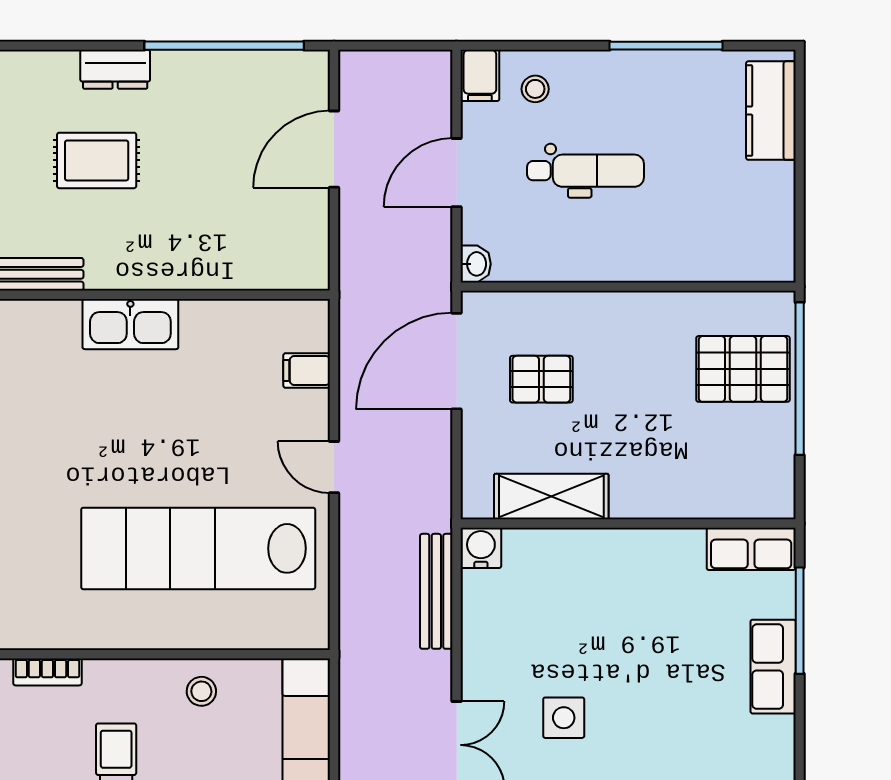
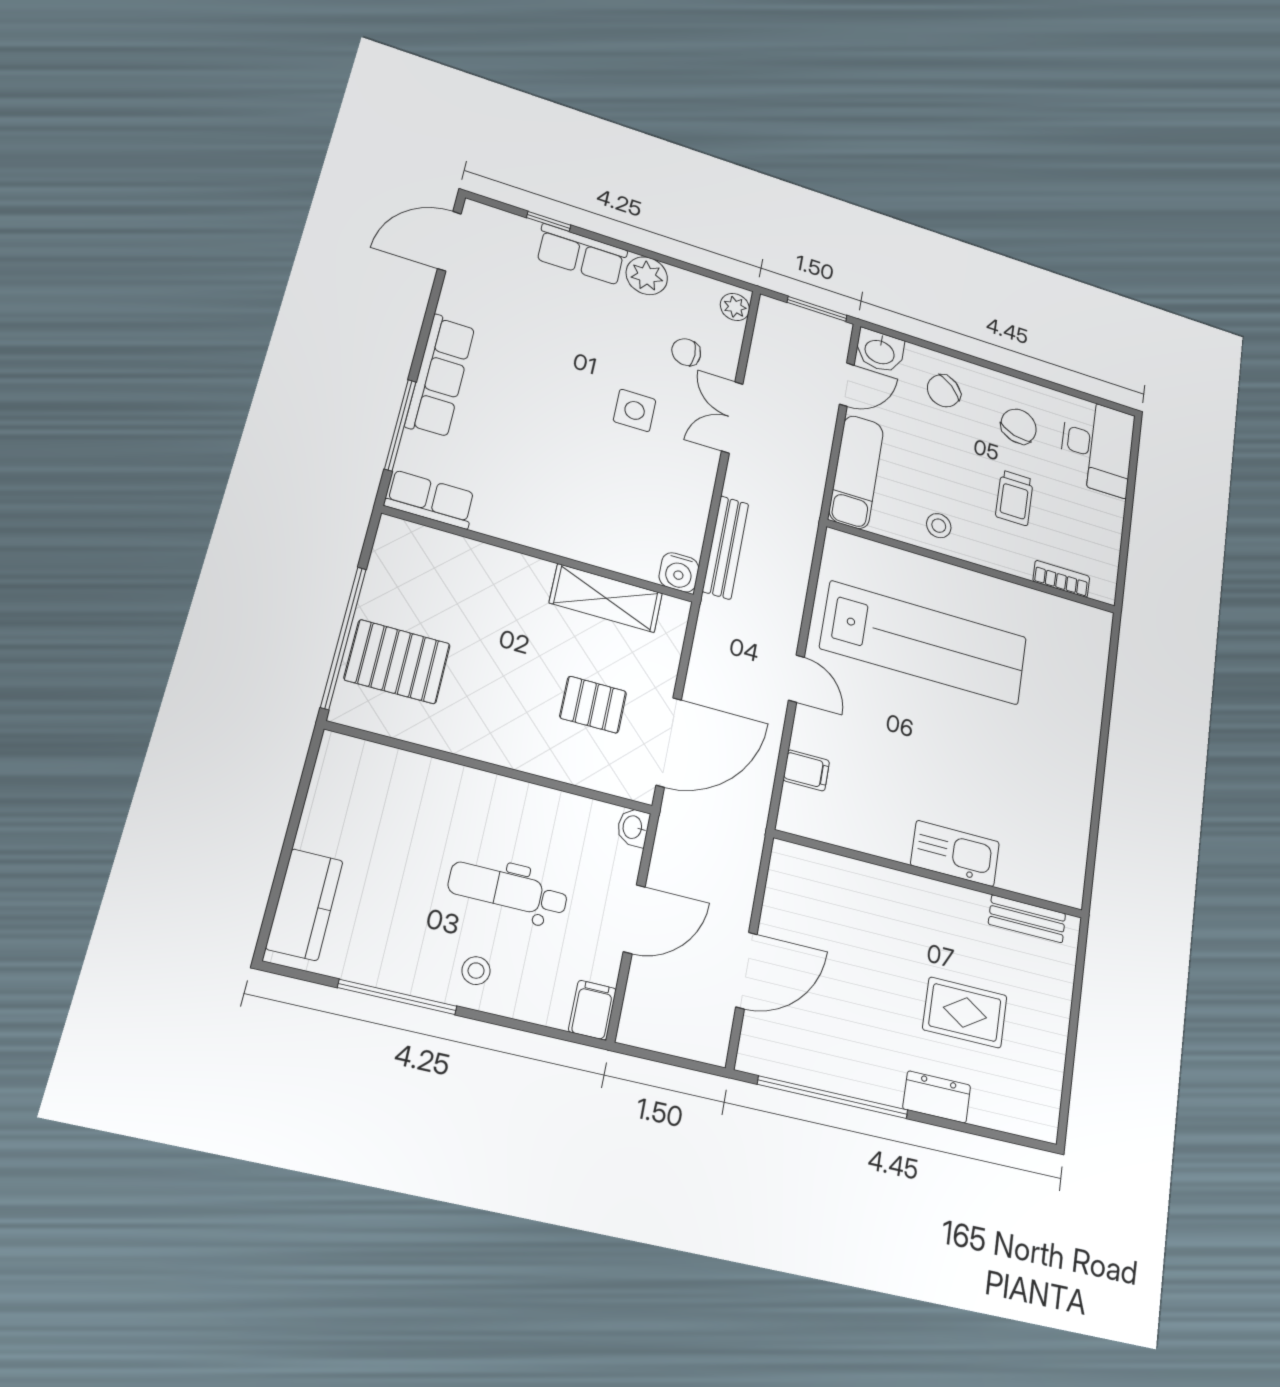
stool: (535, 89) -> (476, 971), moved
row of seats: (773, 667) -> (440, 376), width x1.48

